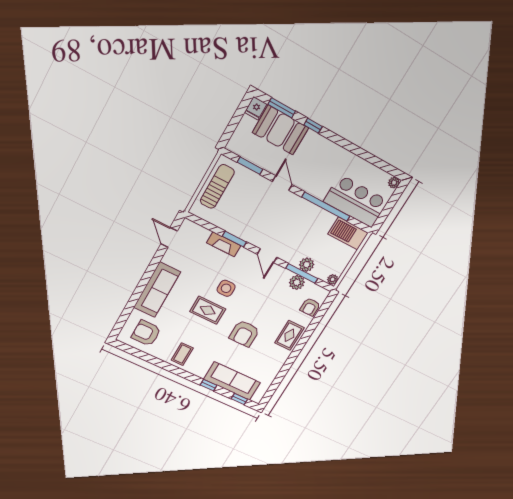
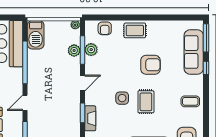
armchair: (310, 307) -> (105, 28), turned 90
window: (239, 399) -> (206, 38), width x2.17

